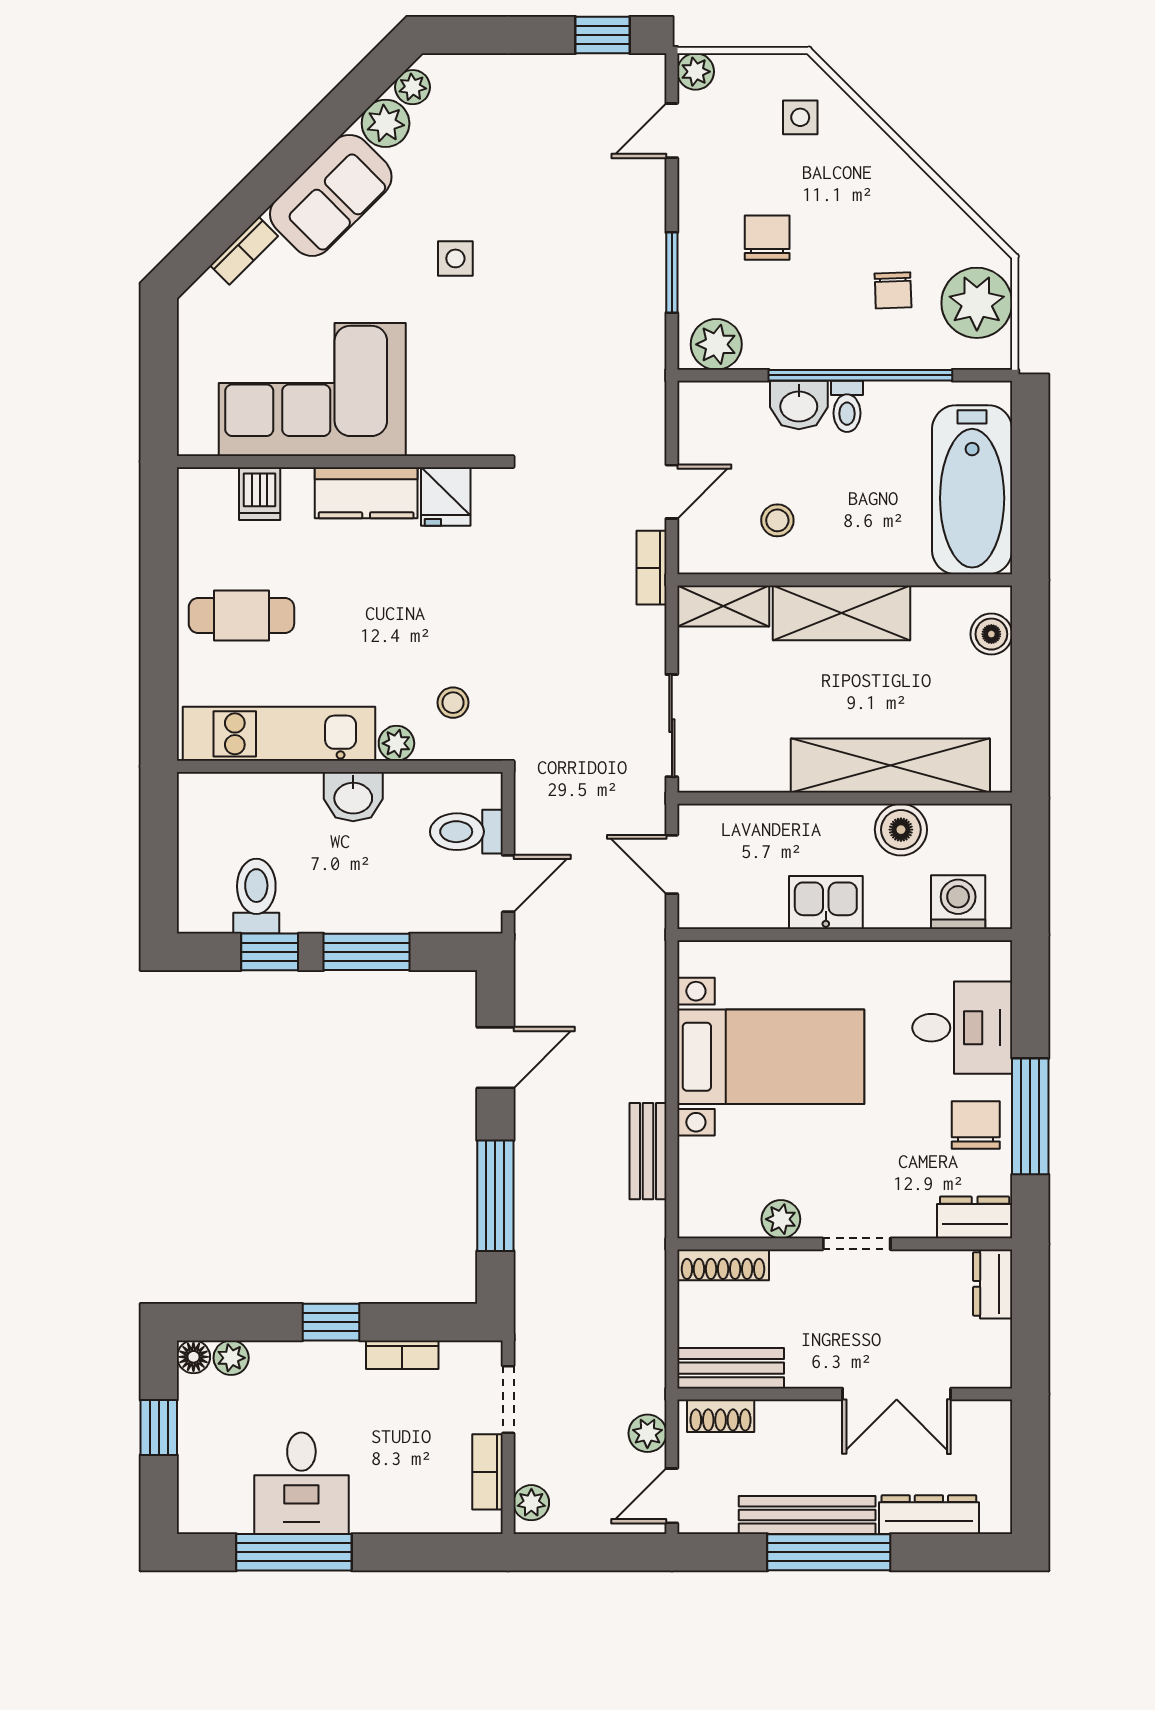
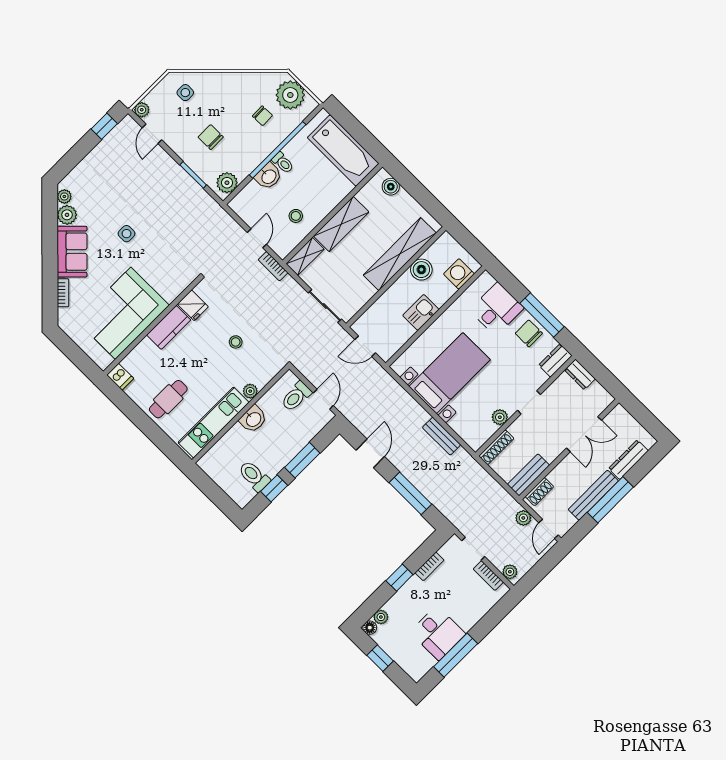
dishwasher: (260, 494) -> (120, 377), moved
stool: (453, 703) -> (236, 342), moved

